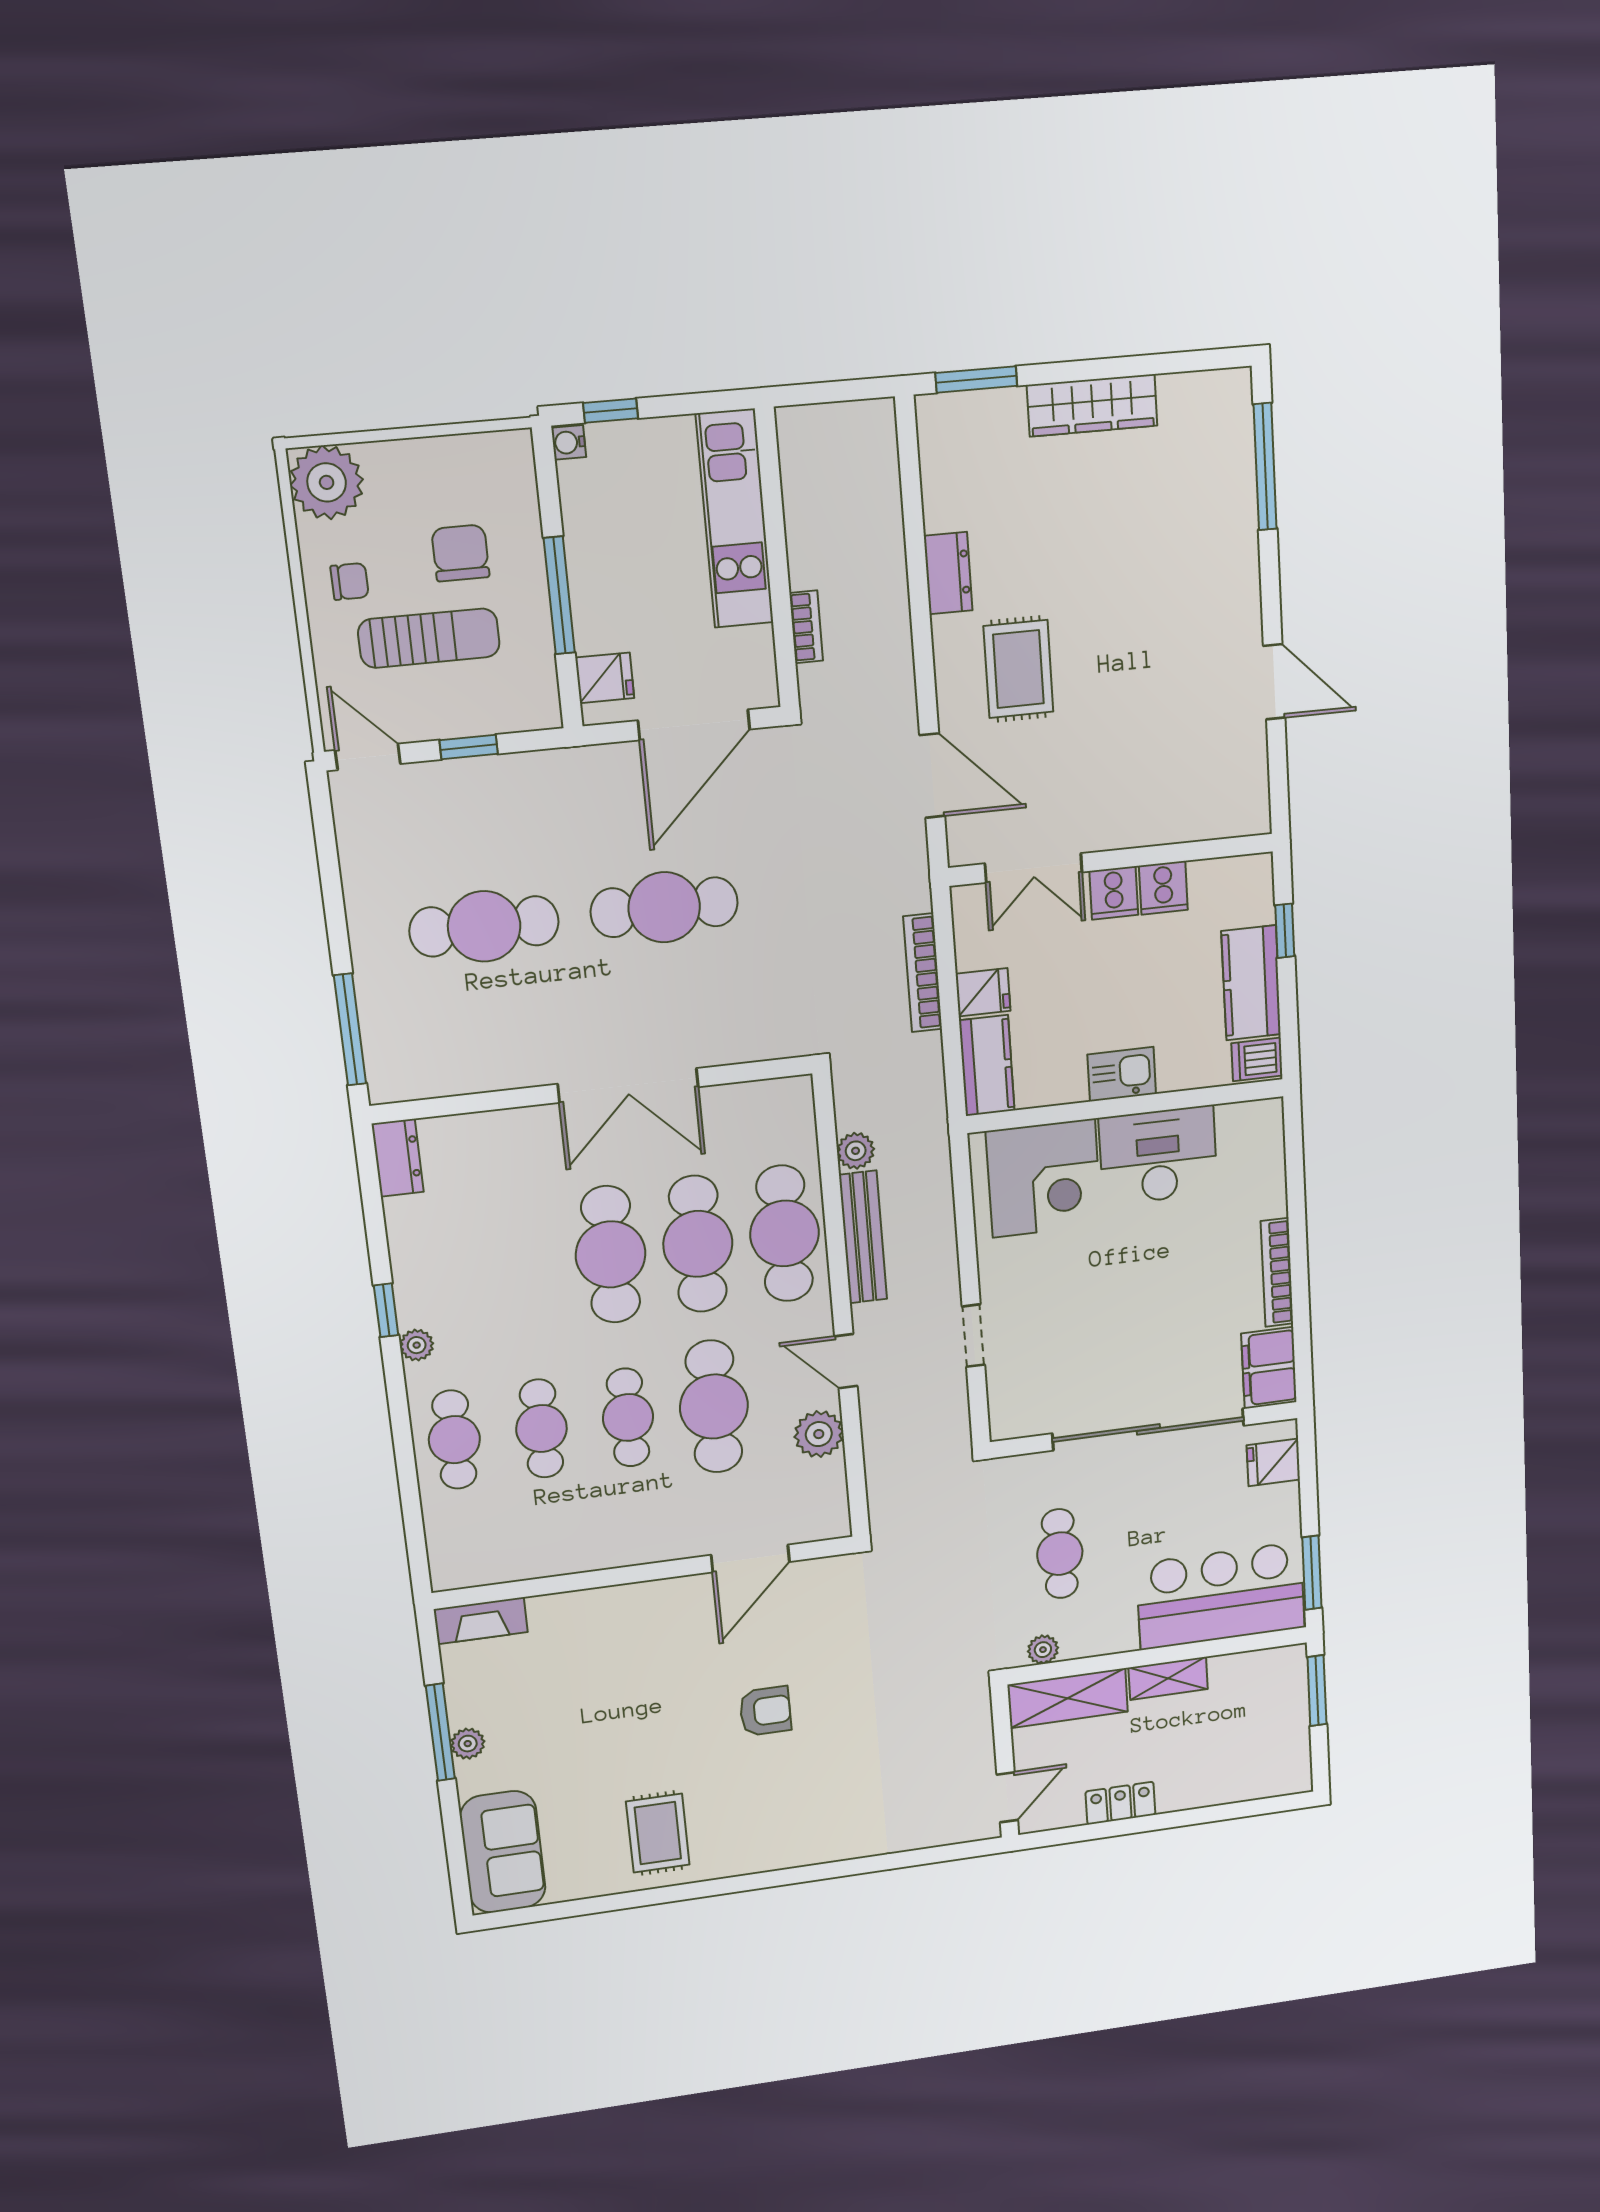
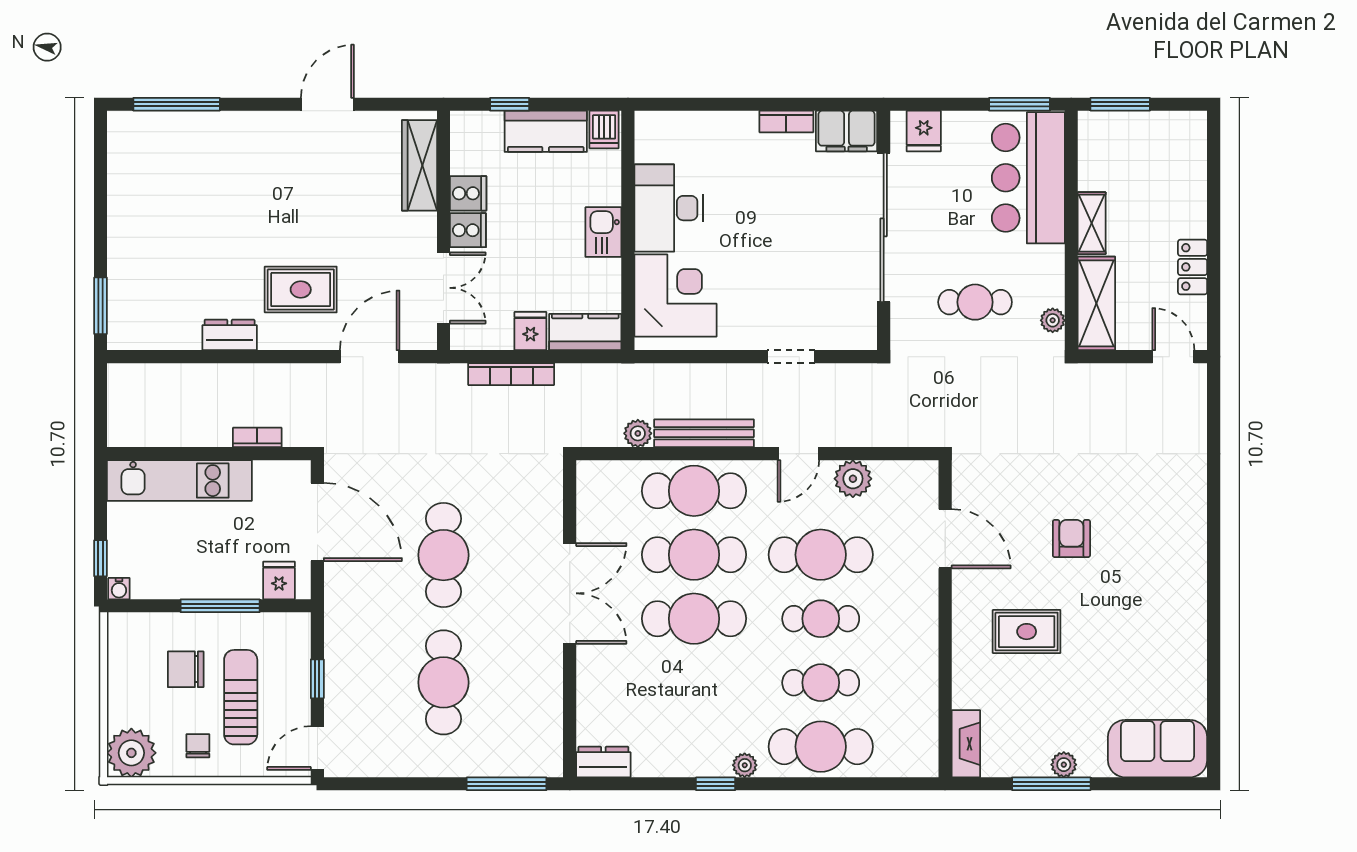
wardrobe: (1092, 405) -> (419, 165), moved, turned 180
bookcase: (1277, 1272) -> (786, 121), width x0.64
cafe table: (454, 1440) -> (821, 747), width x1.37, depth x1.35
rug: (658, 1833) -> (1027, 632), moved

